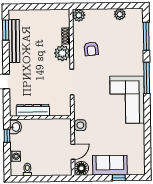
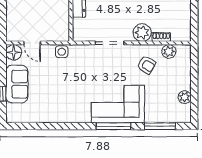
plant: (79, 15) -> (169, 51), moved
armchair: (91, 49) -> (146, 65), turned -142
corner sofa: (127, 100) -> (118, 104), moved

